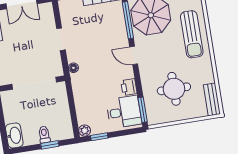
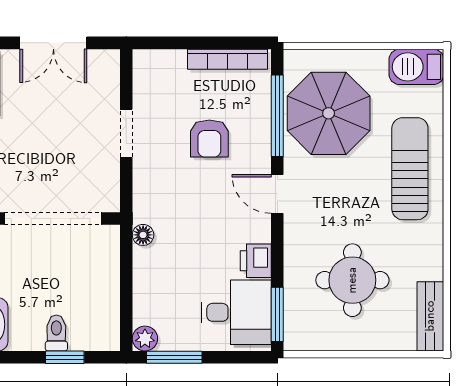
sun lounger: (192, 34) -> (410, 169), turned 180
armchair: (99, 35) -> (209, 138), added
floor lamp: (73, 68) -> (143, 235), moved
window: (99, 137) -> (174, 357), width x1.50

